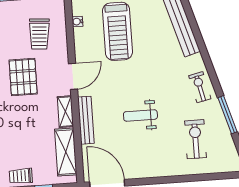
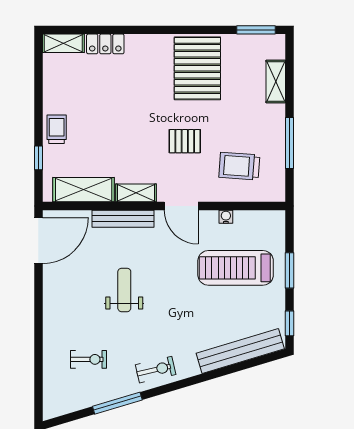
water cooler: (77, 21) -> (226, 217), moved
pallet: (23, 77) -> (185, 141), width x0.67, depth x0.71
exercise bike: (196, 139) -> (89, 359), width x0.73, depth x0.72

